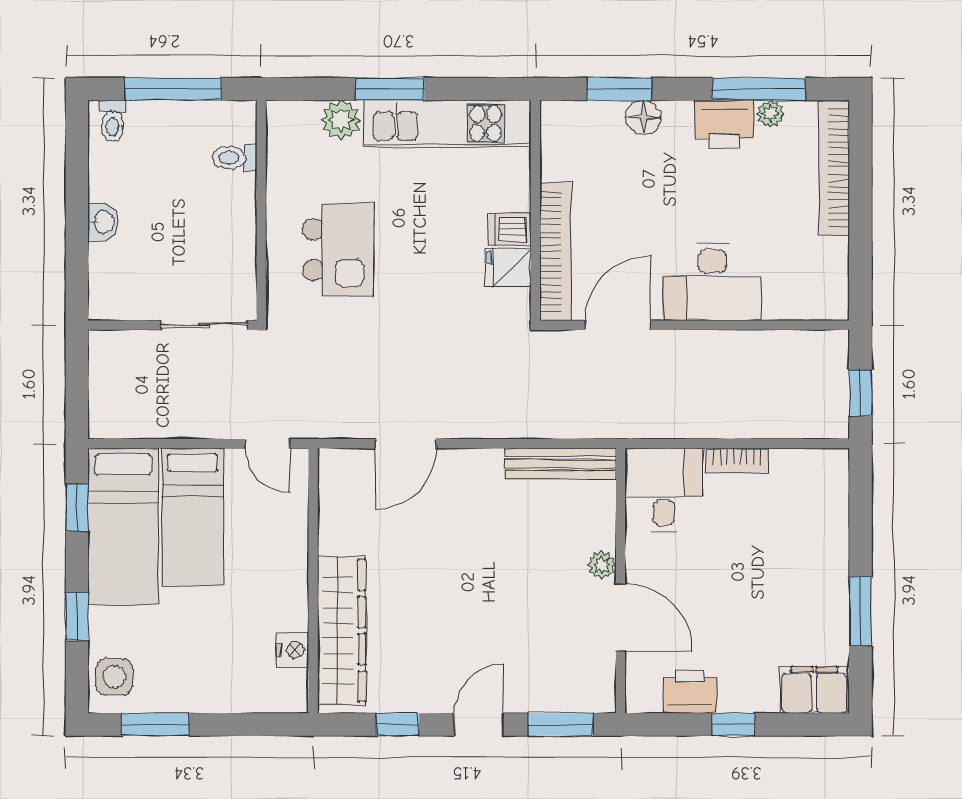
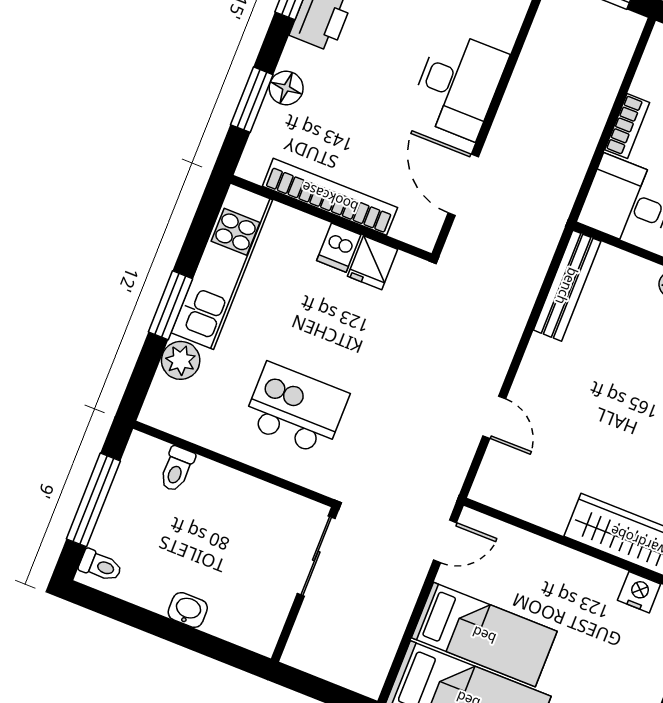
bookcase: (555, 252) -> (330, 197), moved
door: (406, 444) -> (494, 417), width x0.73

